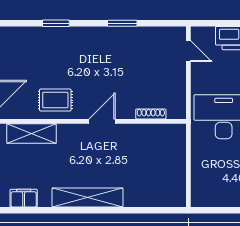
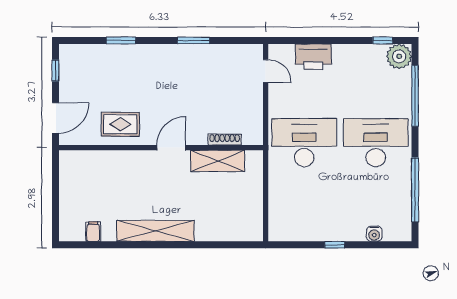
shelving: (32, 134) -> (218, 161), moved
filing cabinet: (24, 198) -> (93, 232), width x0.50

